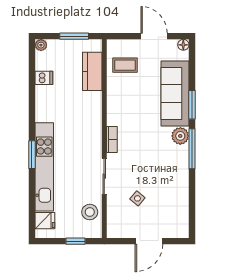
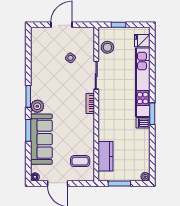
dishwasher: (44, 78) -> (143, 123), moved
window: (192, 149) -> (28, 96), width x0.69
window: (32, 155) -> (152, 114), moved

